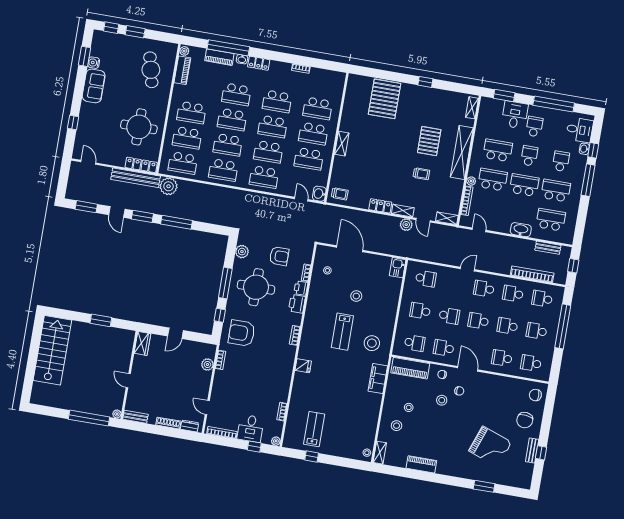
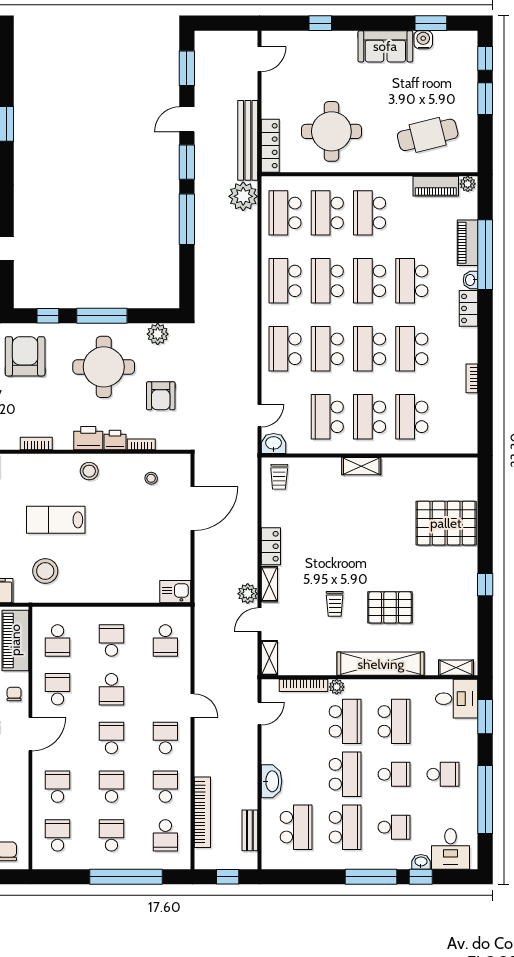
desk: (515, 115) -> (457, 699), moved
stool: (356, 296) -> (89, 471), moved
school desk: (542, 299) -> (165, 835), turned 180

